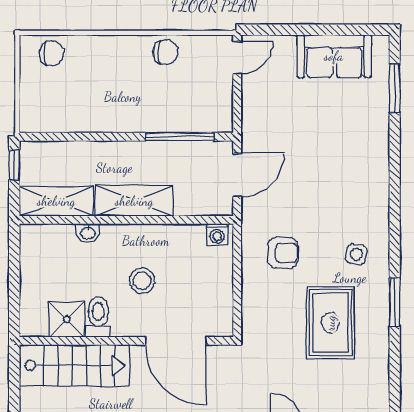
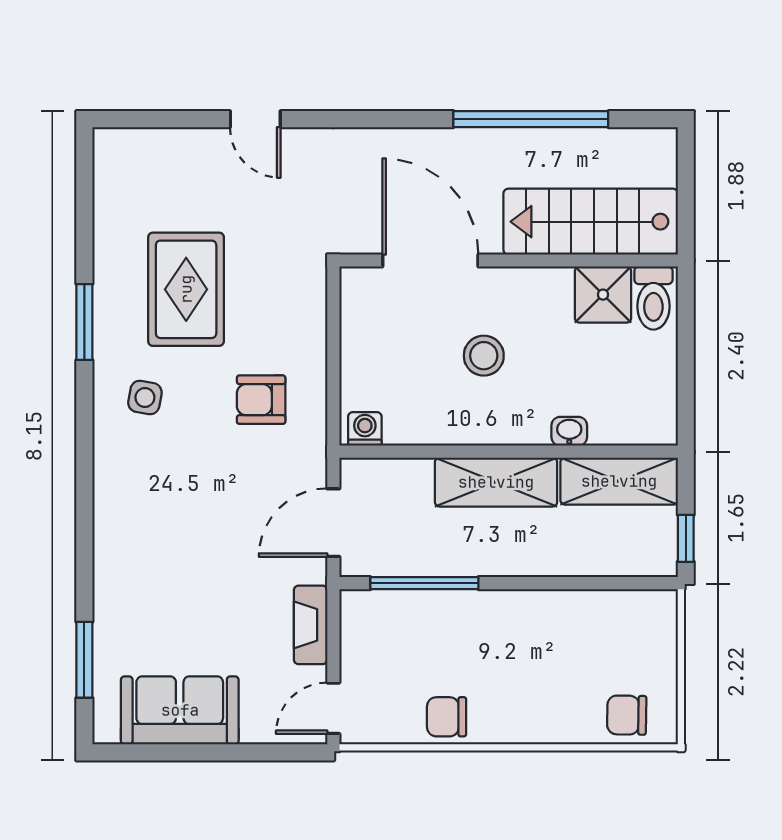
fireplace: (252, 110) -> (311, 625), added
toilet: (98, 317) -> (653, 298), moved

